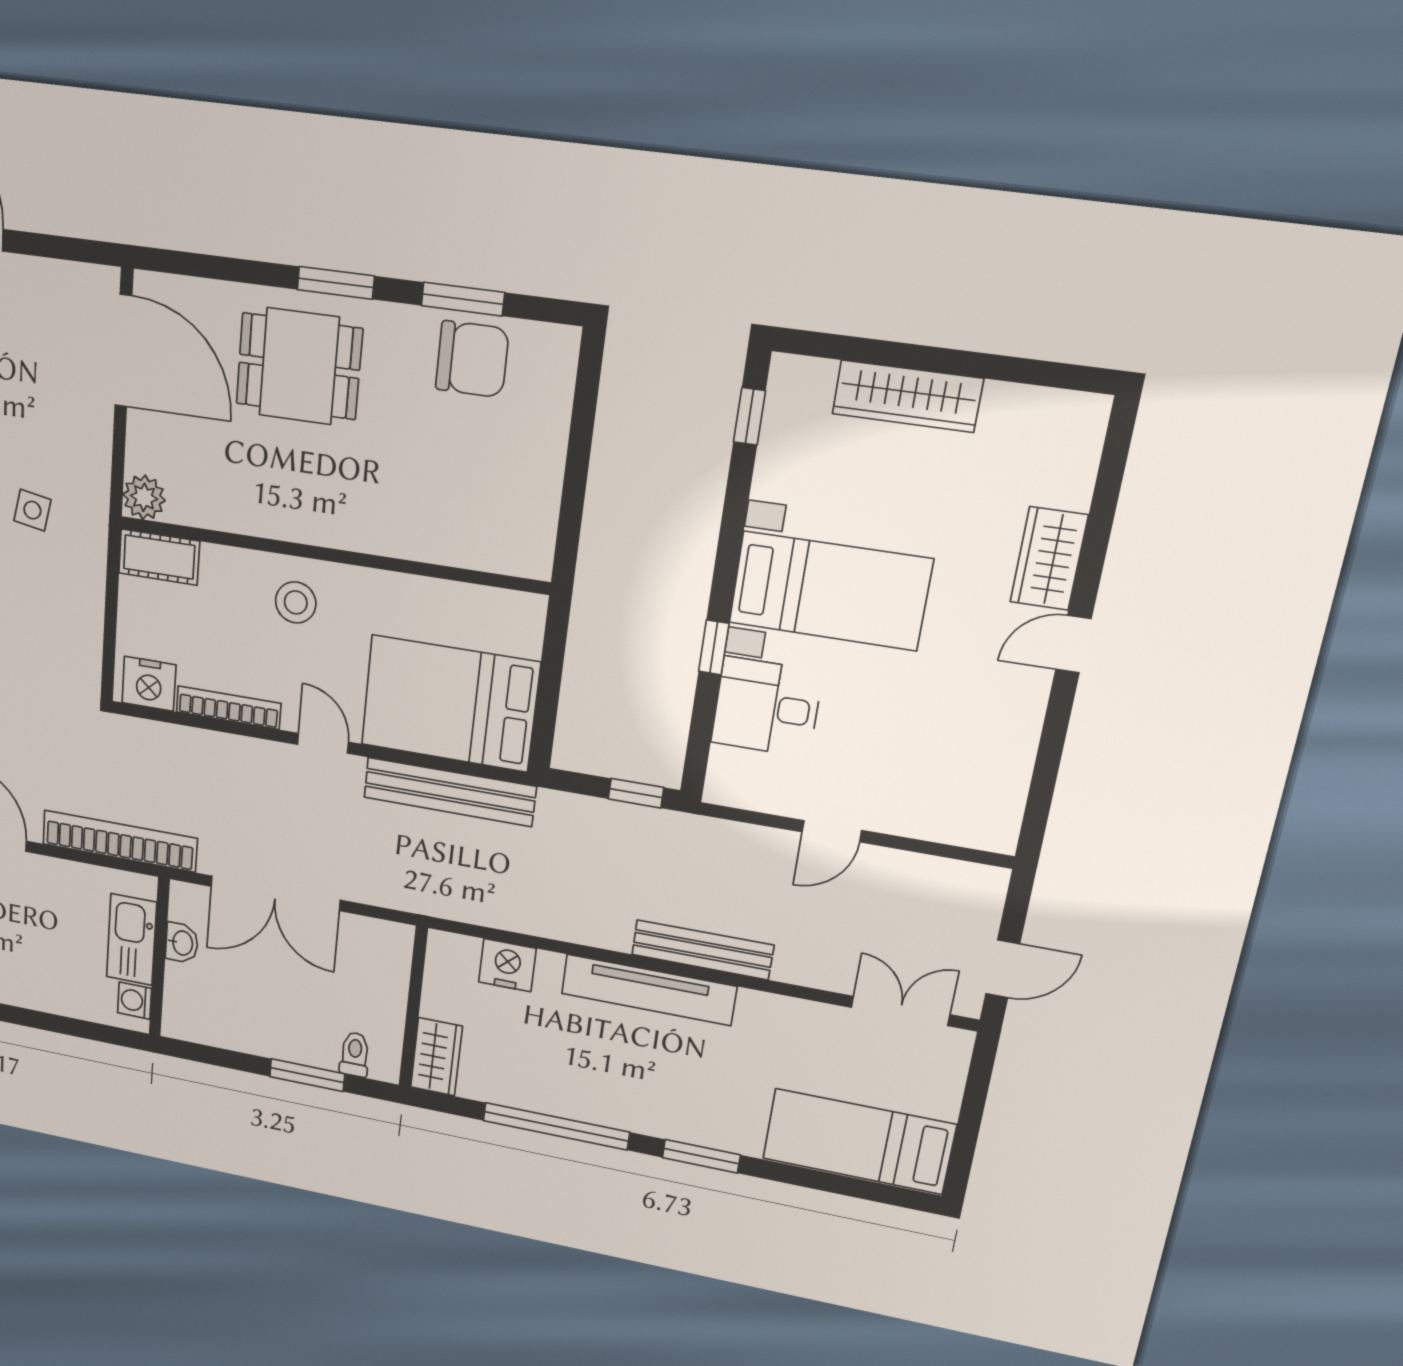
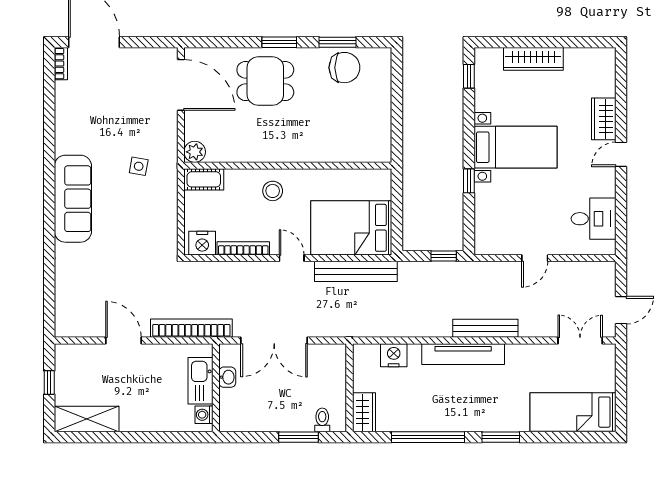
desk: (767, 707) -> (594, 219), moved, turned 180

